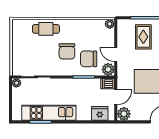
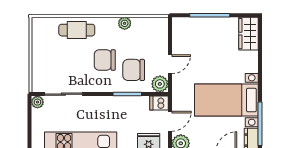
plant: (110, 24) -> (125, 23), moved
rug: (143, 37) -> (207, 41), removed
chair: (67, 51) -> (105, 60), turned 90
door: (116, 55) -> (170, 64), swing flipped

